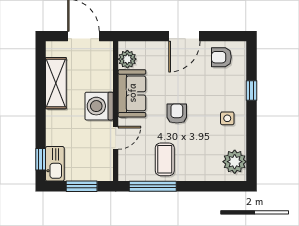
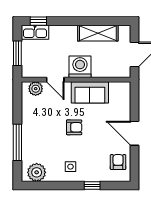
plant: (127, 59) -> (36, 89), moved
coffee table: (165, 159) -> (38, 118), removed
window: (153, 186) -> (17, 142), moved

